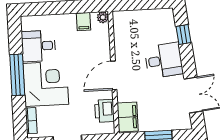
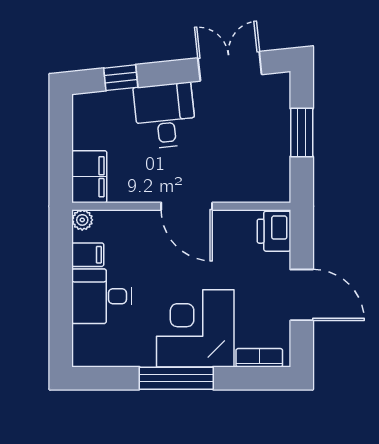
desk: (38, 46) -> (101, 296), moved, turned 90
printer: (104, 111) -> (274, 231), moved, turned 90
filing cabinet: (128, 117) -> (89, 177), moved, turned 90

